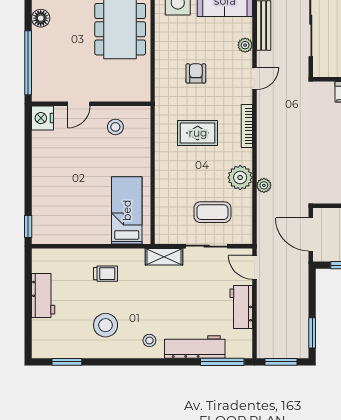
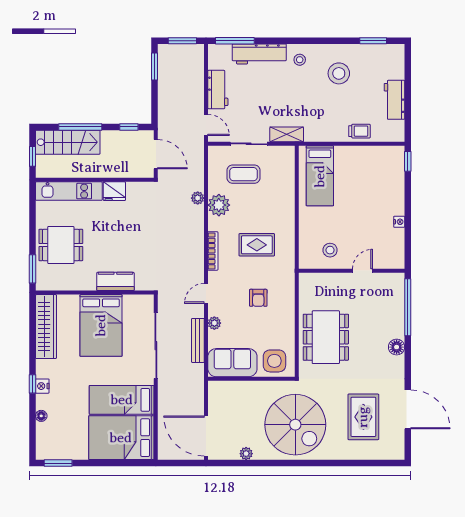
nightstand: (43, 118) -> (399, 222), moved, width x0.53, depth x0.56
trolley: (106, 274) -> (360, 131), moved, turned 180

